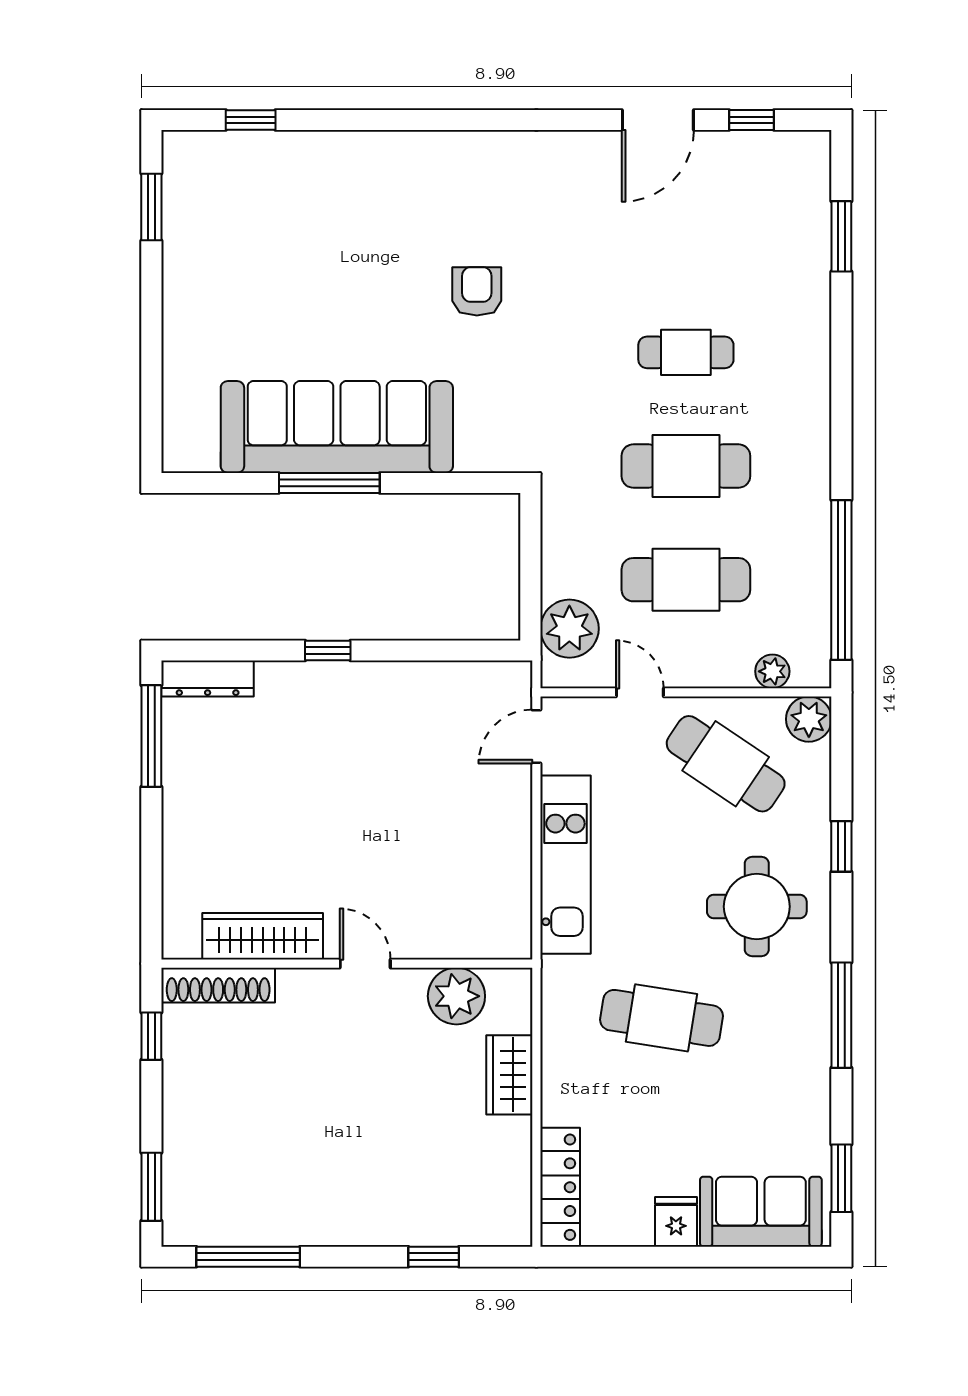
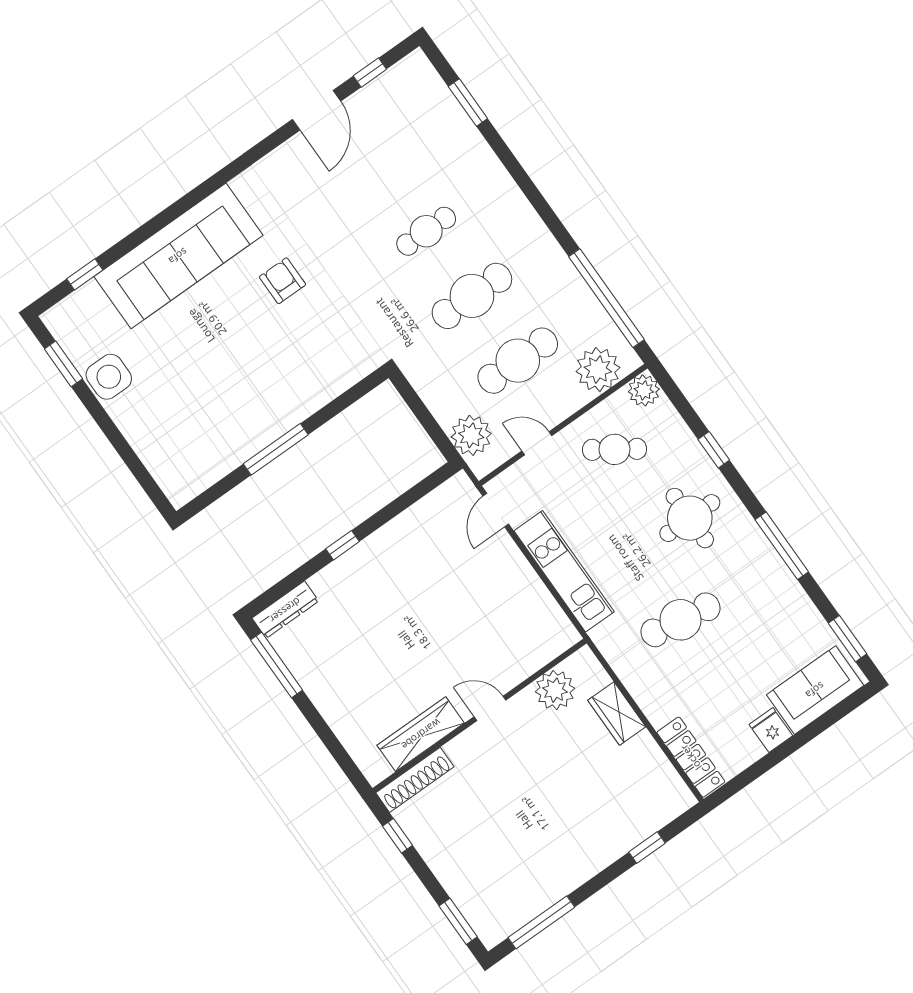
side table: (194, 260) -> (109, 377), added
sofa: (337, 427) -> (178, 256), moved, turned 180
plant: (772, 671) -> (598, 369), width x1.87, depth x1.87
cafe table: (726, 764) -> (615, 449), width x0.73, depth x0.74

